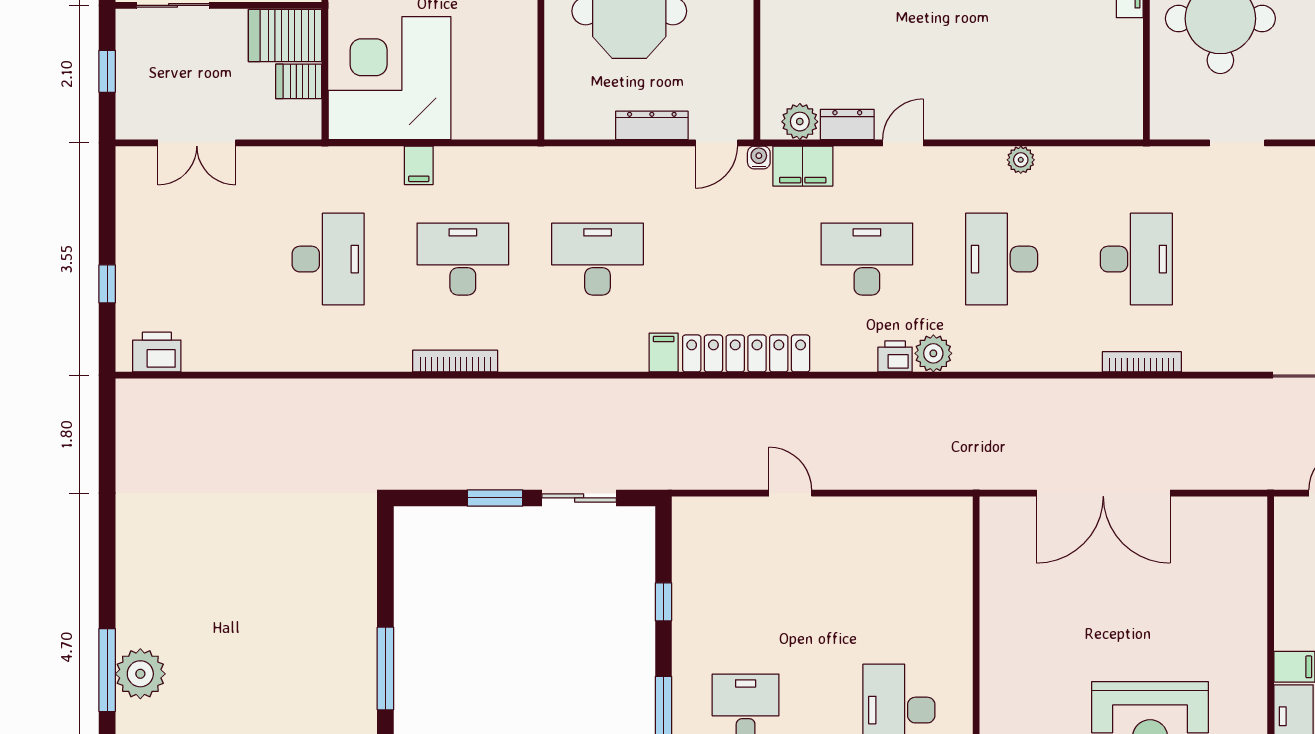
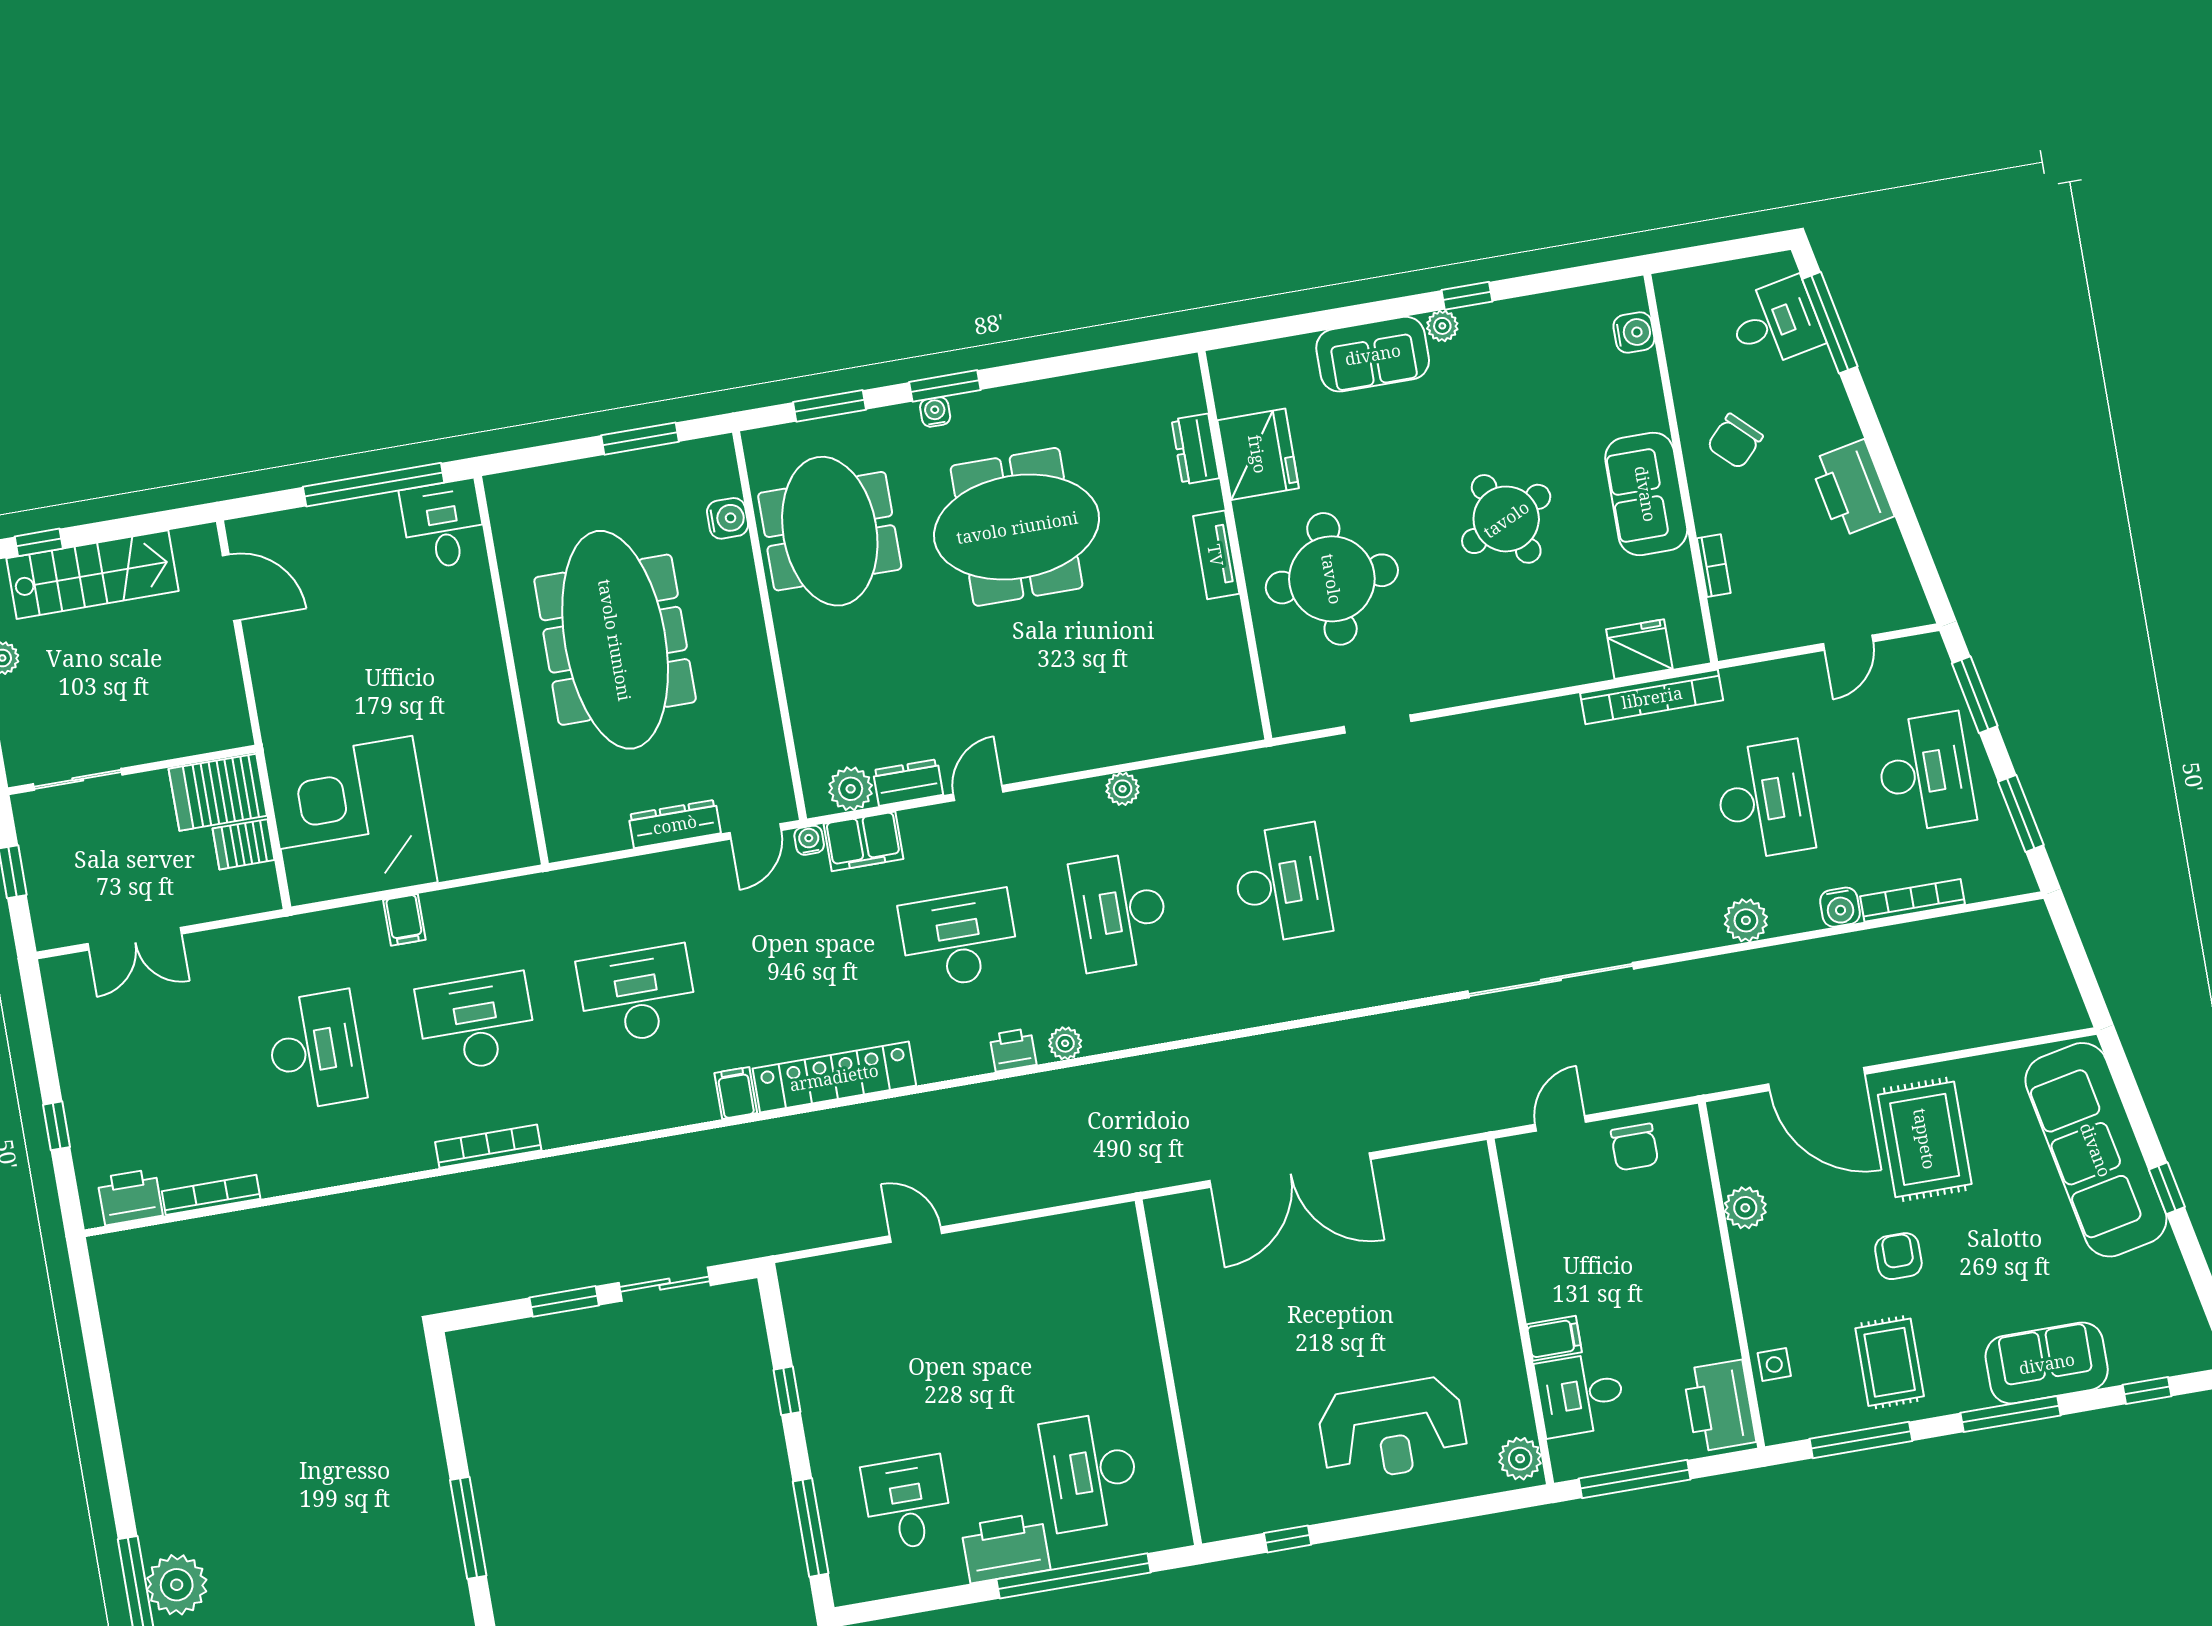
plant: (933, 353) -> (1065, 1043), width x0.73, depth x0.73
bookcase: (1142, 362) -> (211, 1195), moved

